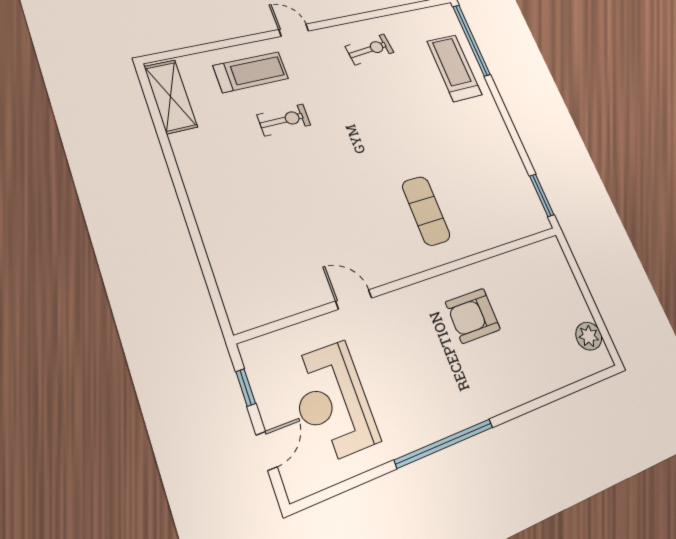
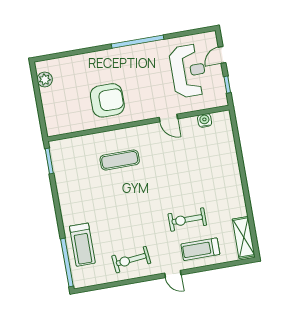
exercise bike: (370, 49) -> (131, 260), width x1.38, depth x1.39
exercise bike: (284, 120) -> (187, 220), width x1.38, depth x1.39
exercise mat: (426, 211) -> (120, 160), turned 90
water cooler: (281, 306) -> (205, 120), added
armchair: (473, 316) -> (107, 100), width x1.36, depth x1.36

